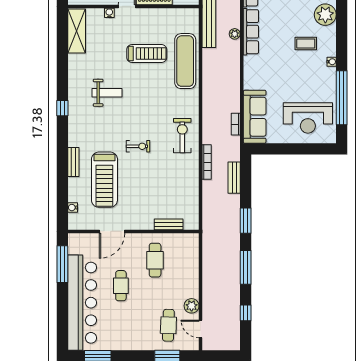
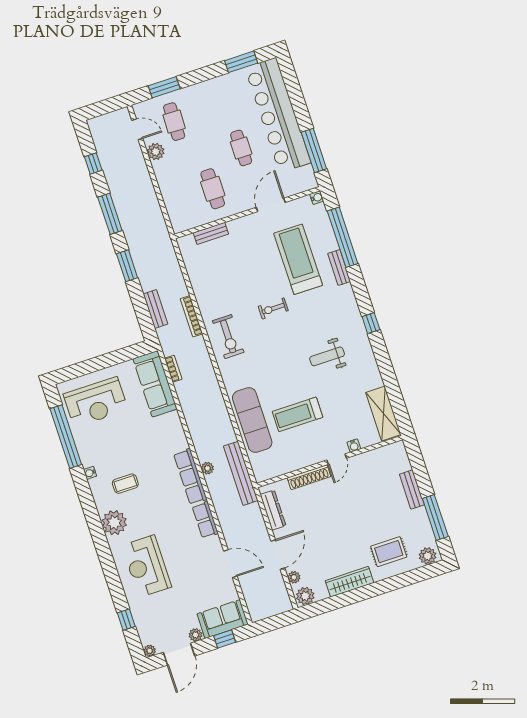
reception desk: (308, 118) -> (96, 402), turned 180
window: (62, 186) -> (343, 237), added
water cooler: (73, 208) -> (317, 198), moved

